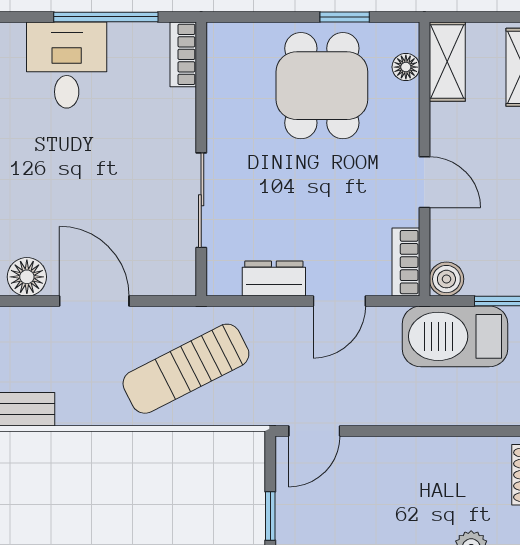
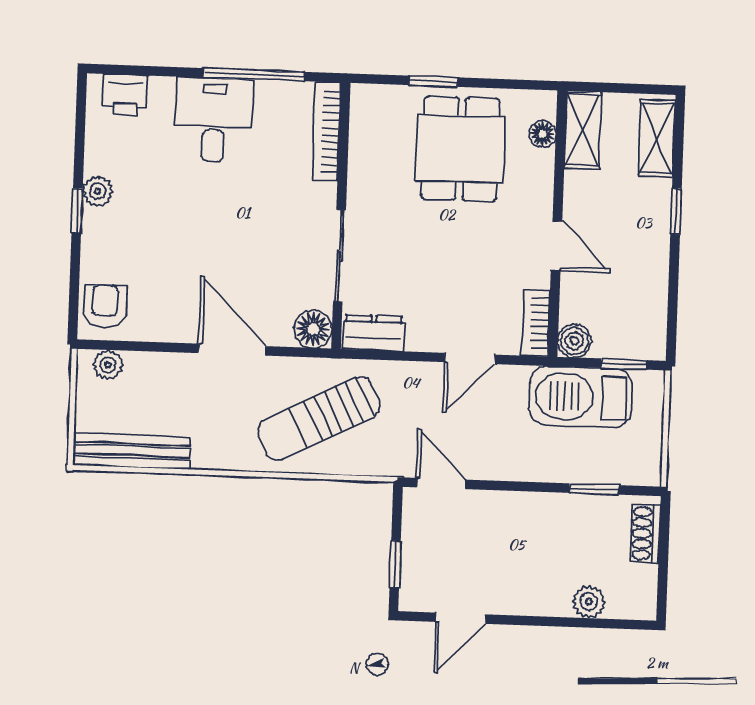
window: (345, 17) -> (434, 81), moved
bookcase: (183, 54) -> (327, 131), width x1.56
floor lamp: (27, 277) -> (313, 329), moved
dresser: (274, 278) -> (374, 333), moved
door: (314, 431) -> (441, 483), swing flipped
window: (472, 431) -> (594, 489), added

